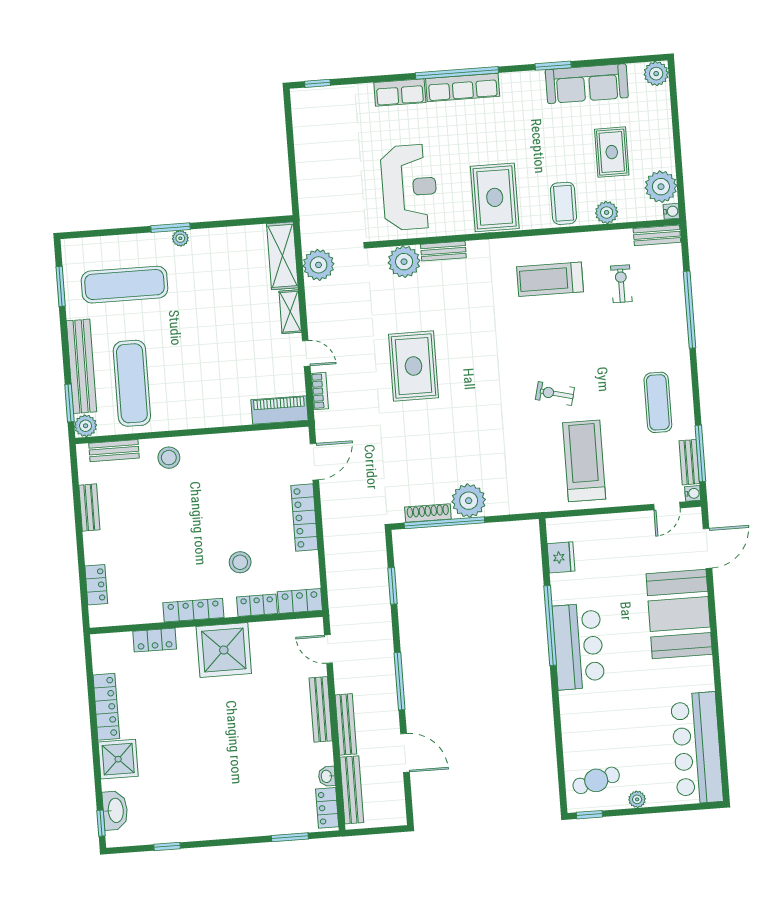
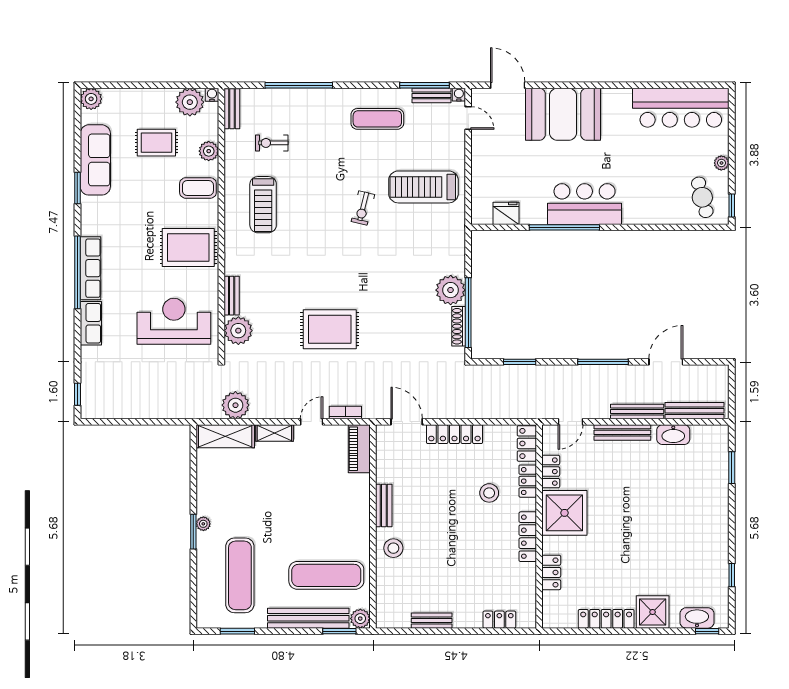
bench: (114, 451) -> (384, 505), moved
washbasin: (327, 776) -> (673, 435), width x1.91, depth x1.45
locker: (327, 808) -> (551, 472), moved, turned -90

